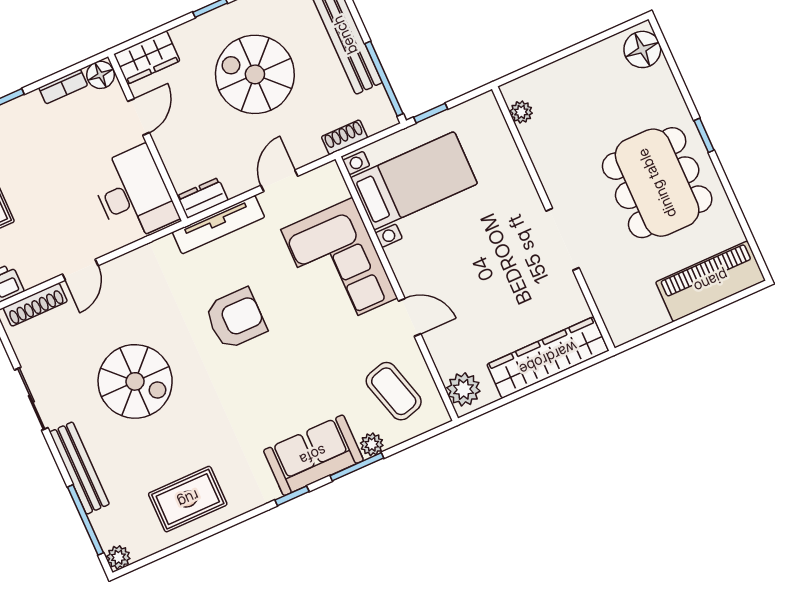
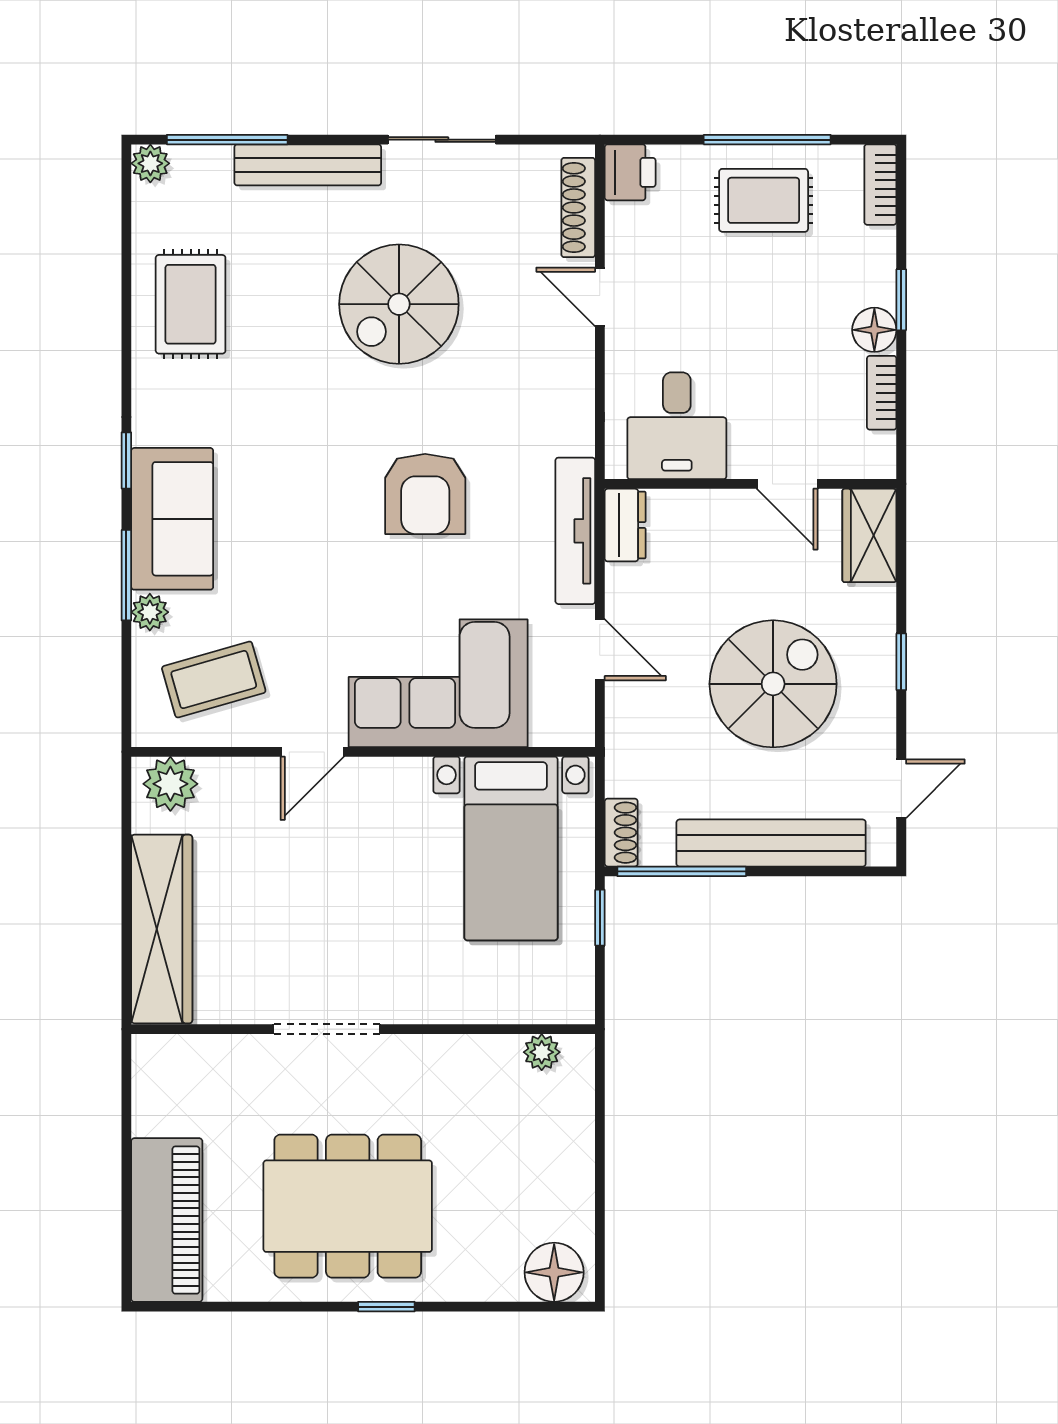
floor lamp: (101, 75) -> (874, 330), moved
shoe rack: (344, 137) -> (621, 833), moved
desk: (134, 194) -> (677, 426), width x0.73

